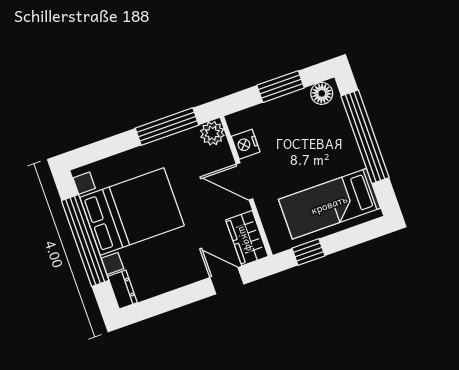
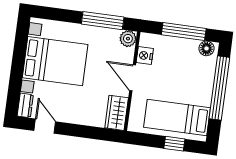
window: (281, 87) -> (184, 32), width x1.44
window: (85, 241) -> (18, 64), removed
window: (308, 252) -> (174, 144), moved
door: (227, 281) -> (45, 126), moved

